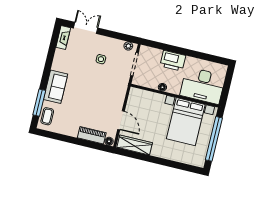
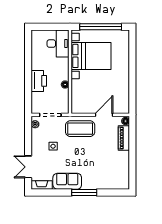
desk: (203, 85) -> (58, 44), width x0.73, depth x0.77
sofa: (56, 87) -> (67, 181), moved
window: (39, 103) -> (84, 193), moved
coffee table: (47, 116) -> (80, 129), moved, width x1.86, depth x1.72
wardrobe: (135, 145) -> (123, 97), removed

